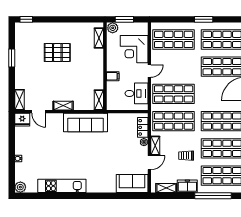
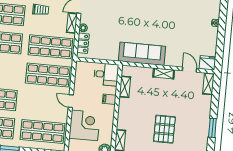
pallet: (57, 53) -> (164, 129), turned 90
door: (149, 71) -> (71, 101), hinge flipped
desk: (136, 93) -> (106, 74), moved, turned 180
shelving: (99, 100) -> (125, 87), moved

